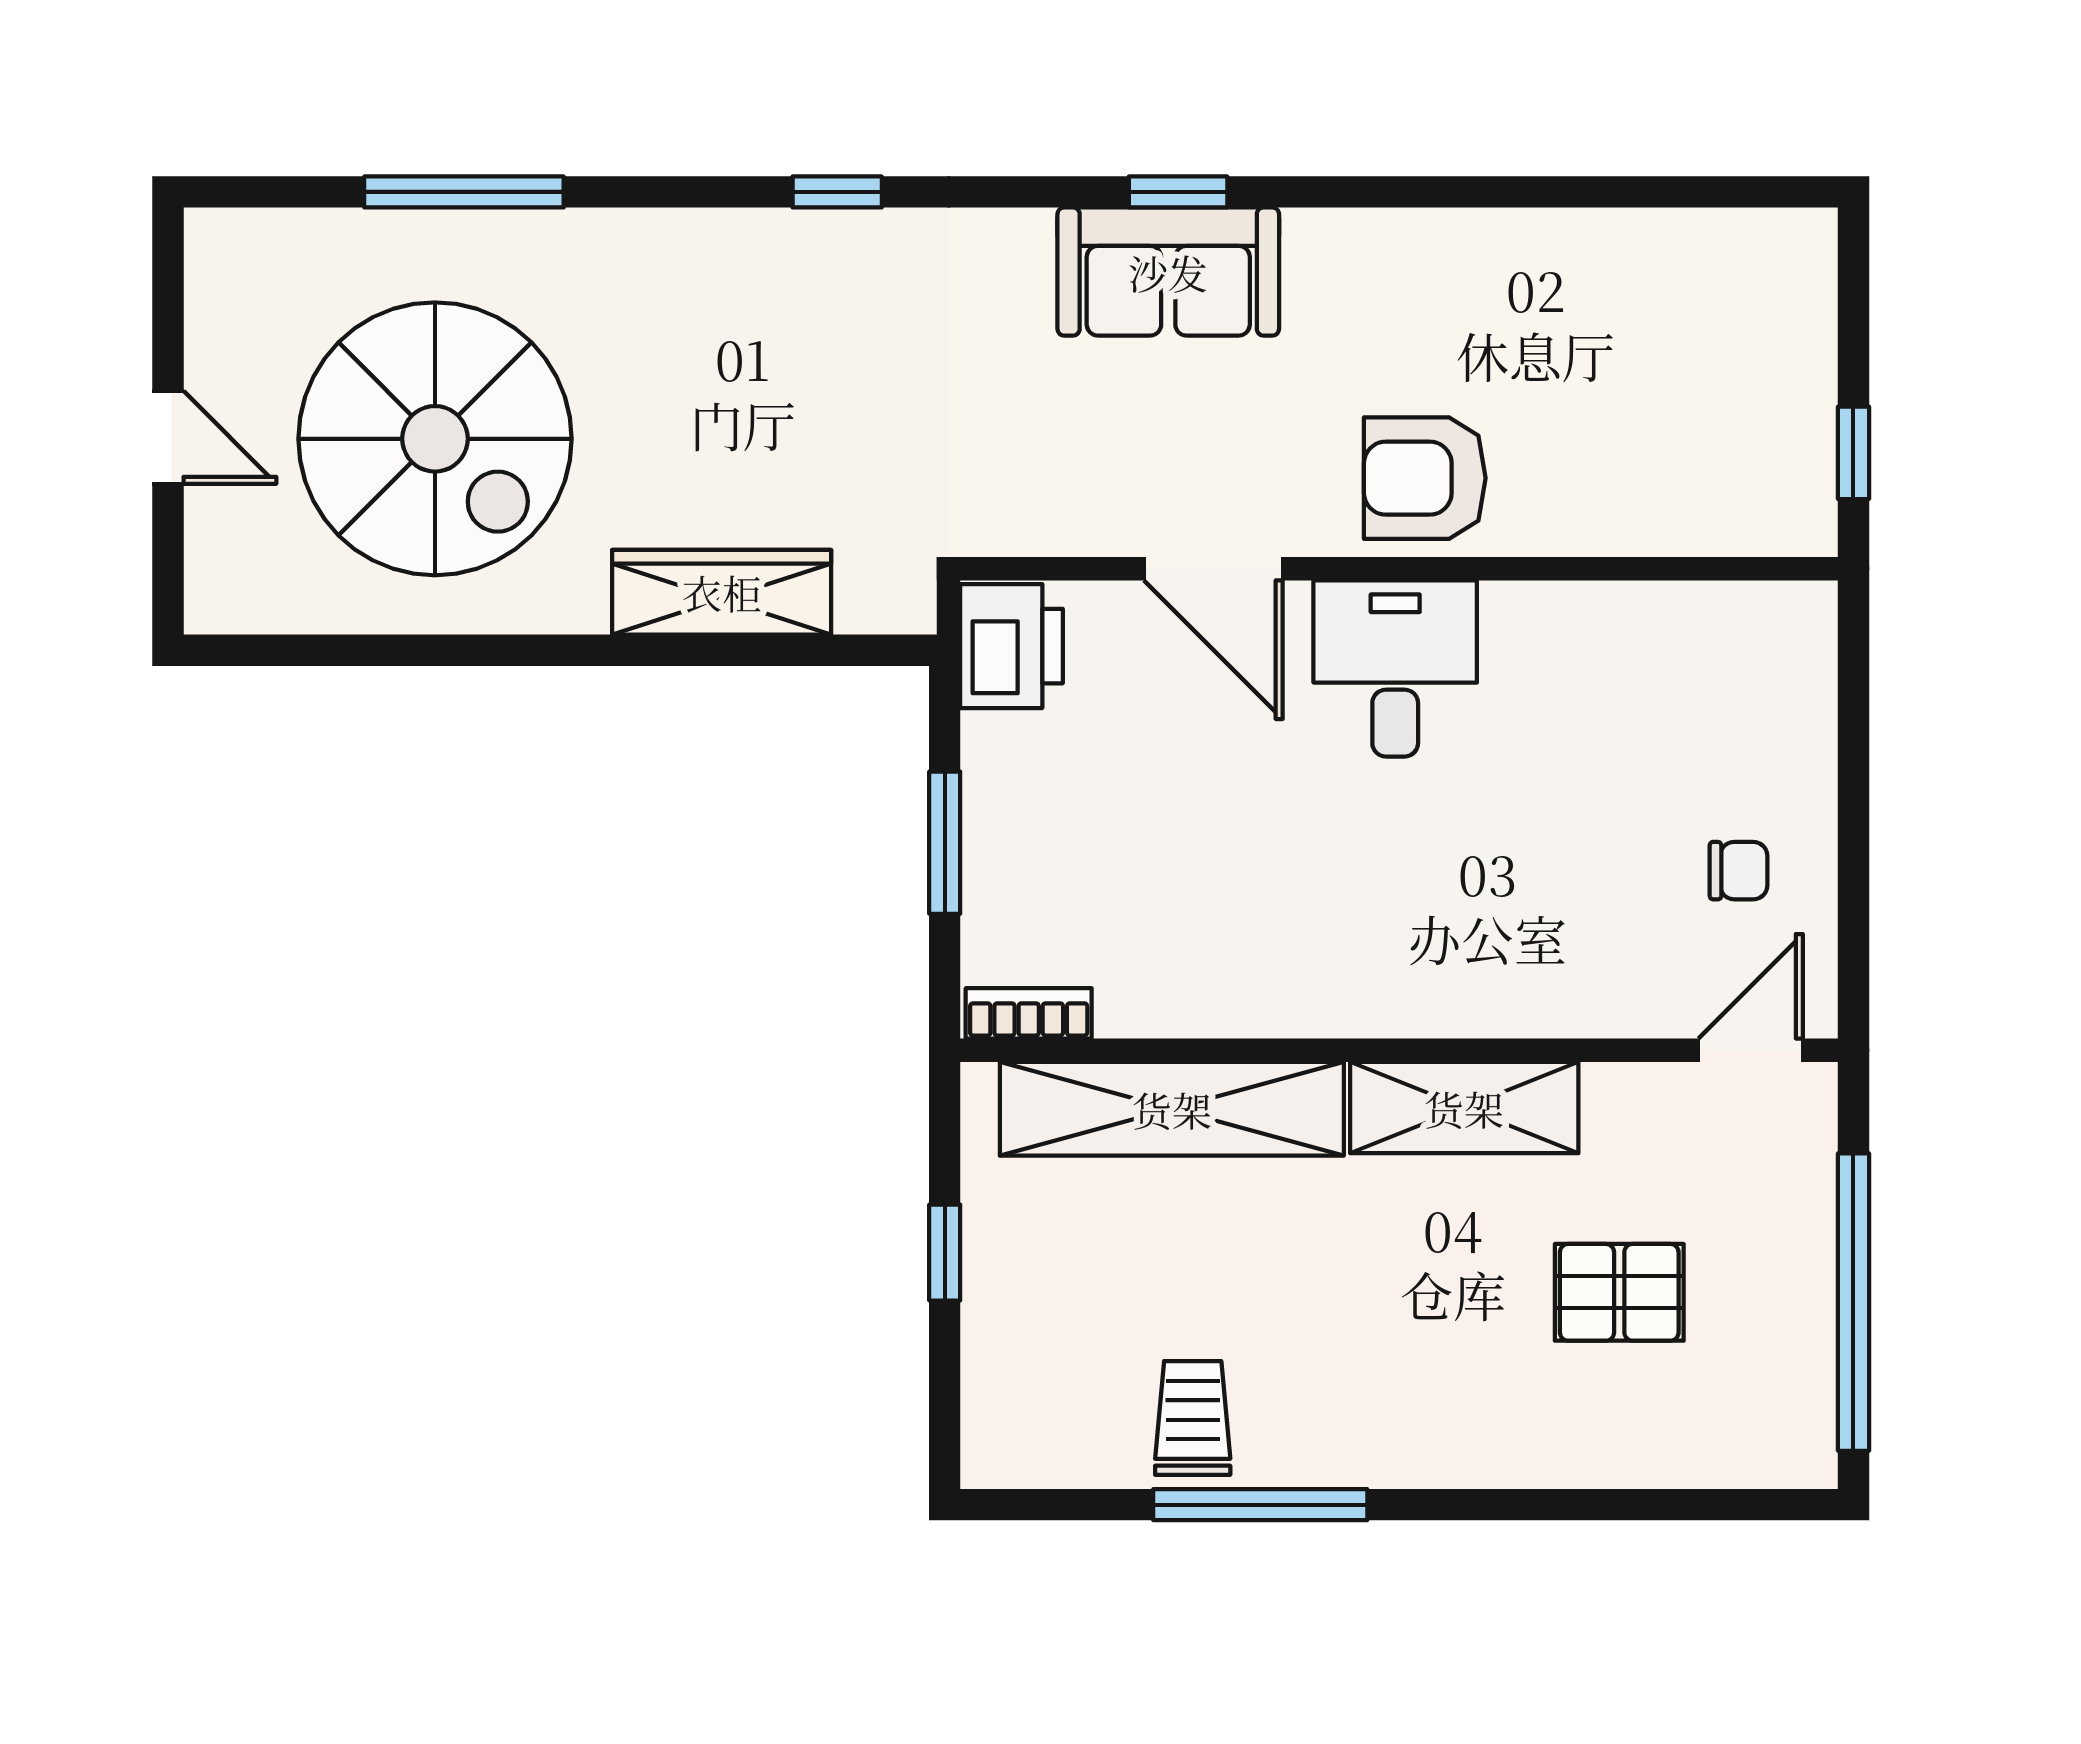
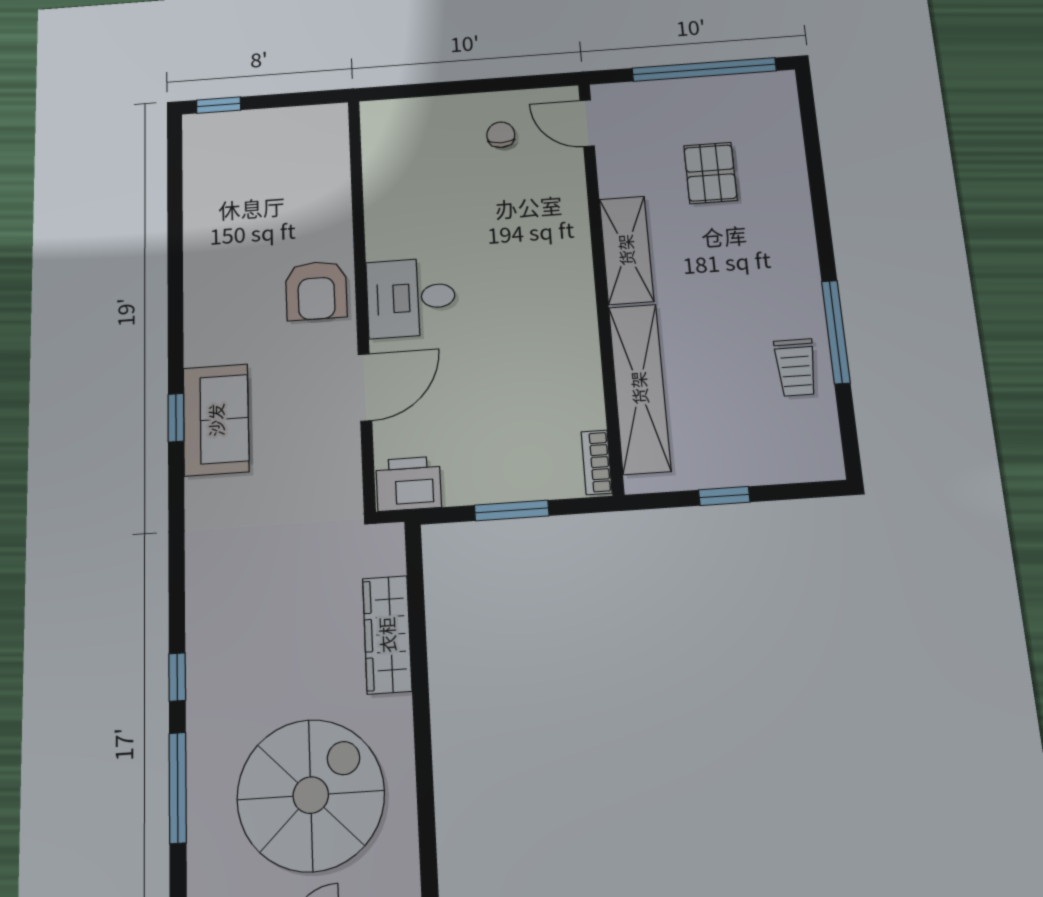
window: (837, 192) -> (177, 677), moved
window: (1853, 453) -> (219, 105), moved
trolley: (1193, 1418) -> (796, 367), turned -90

